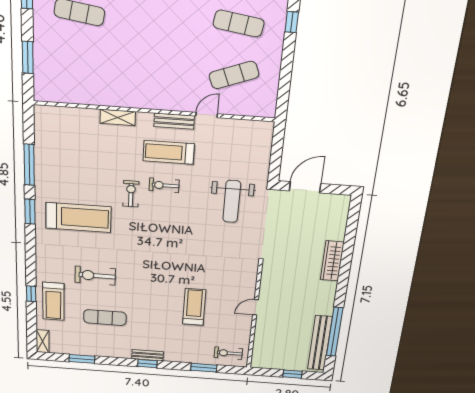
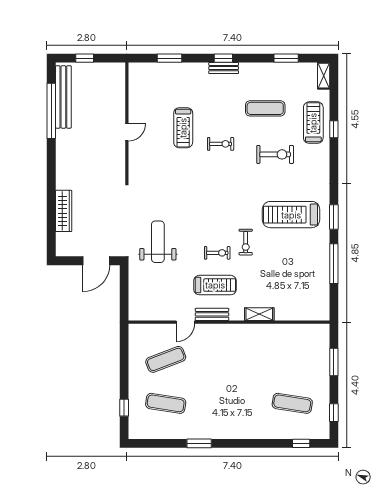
wardrobe: (332, 261) -> (64, 211), moved
exercise bike: (228, 353) -> (221, 144), moved

